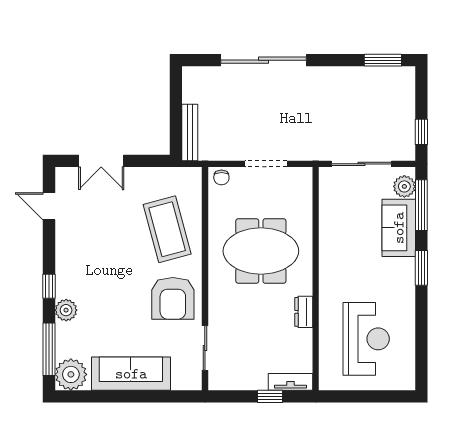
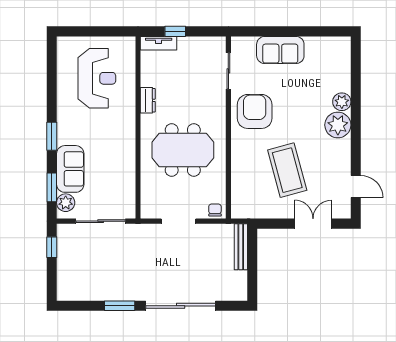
window: (383, 60) -> (120, 306), moved
window: (421, 205) -> (52, 187), width x0.69
coffee table: (167, 229) -> (287, 170), moved
window: (49, 286) -> (356, 121), removed
reception desk: (366, 339) -> (97, 78), turned 180
window: (49, 349) -> (356, 70), removed
plant: (71, 374) -> (338, 125), moved
sofa: (131, 374) -> (280, 50), width x0.73

